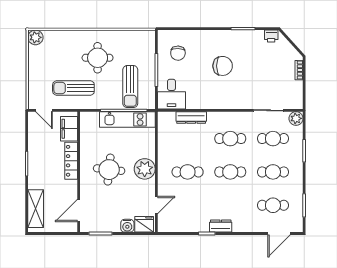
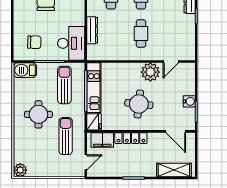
barbecue: (147, 43) -> (25, 70), added
sun lounger: (130, 87) -> (64, 85), turned -90
sun lounger: (73, 88) -> (66, 136), turned 180
desk: (171, 94) -> (71, 43), width x1.37
plant: (145, 169) -> (150, 72), moved
door: (156, 205) -> (171, 62), swing flipped
fridge: (144, 224) -> (94, 122), moved, turned 180
water cooler: (127, 226) -> (189, 101), moved

